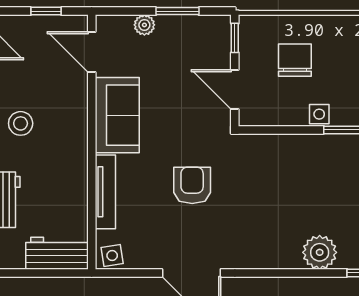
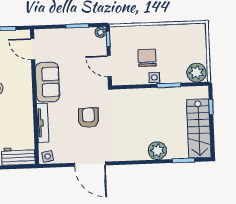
plant: (144, 25) -> (101, 32), moved
chair: (295, 60) -> (147, 58), moved

